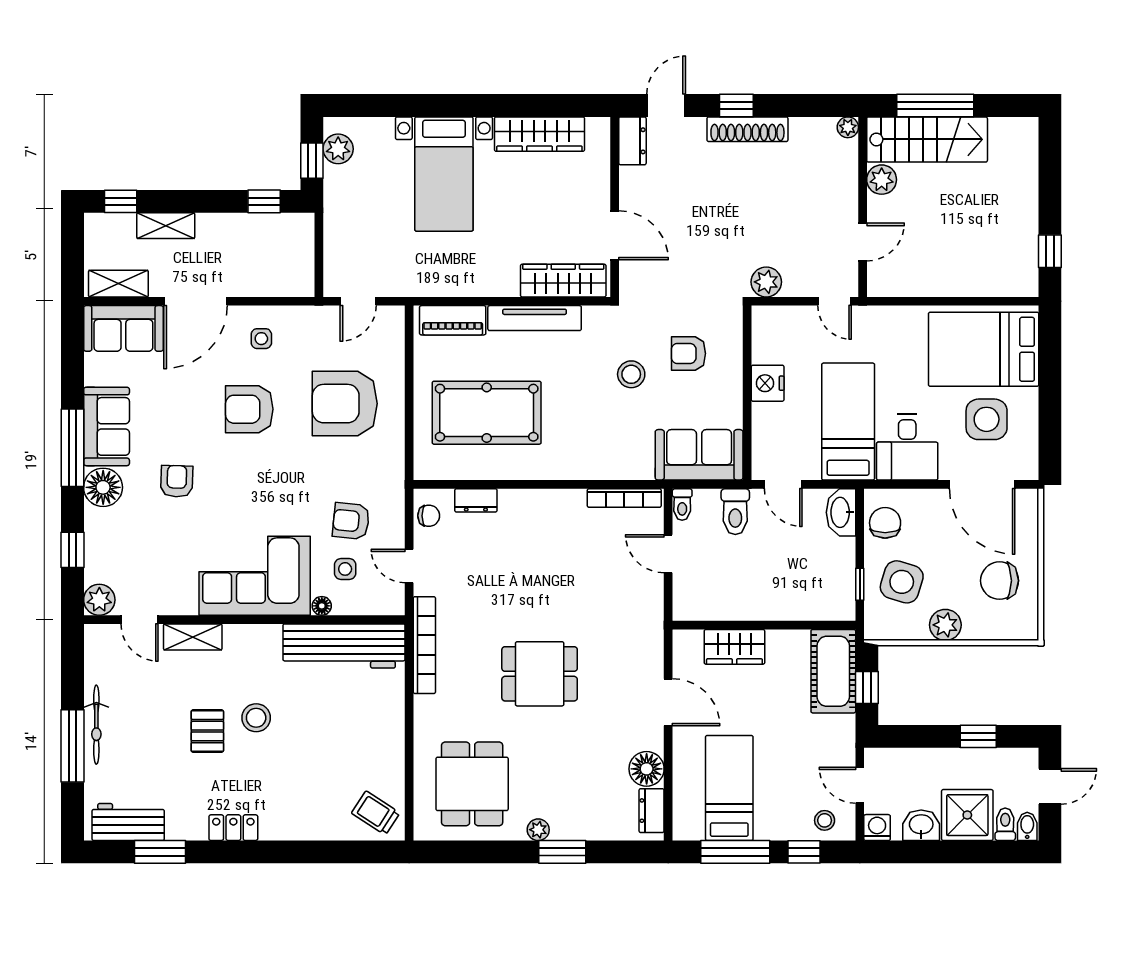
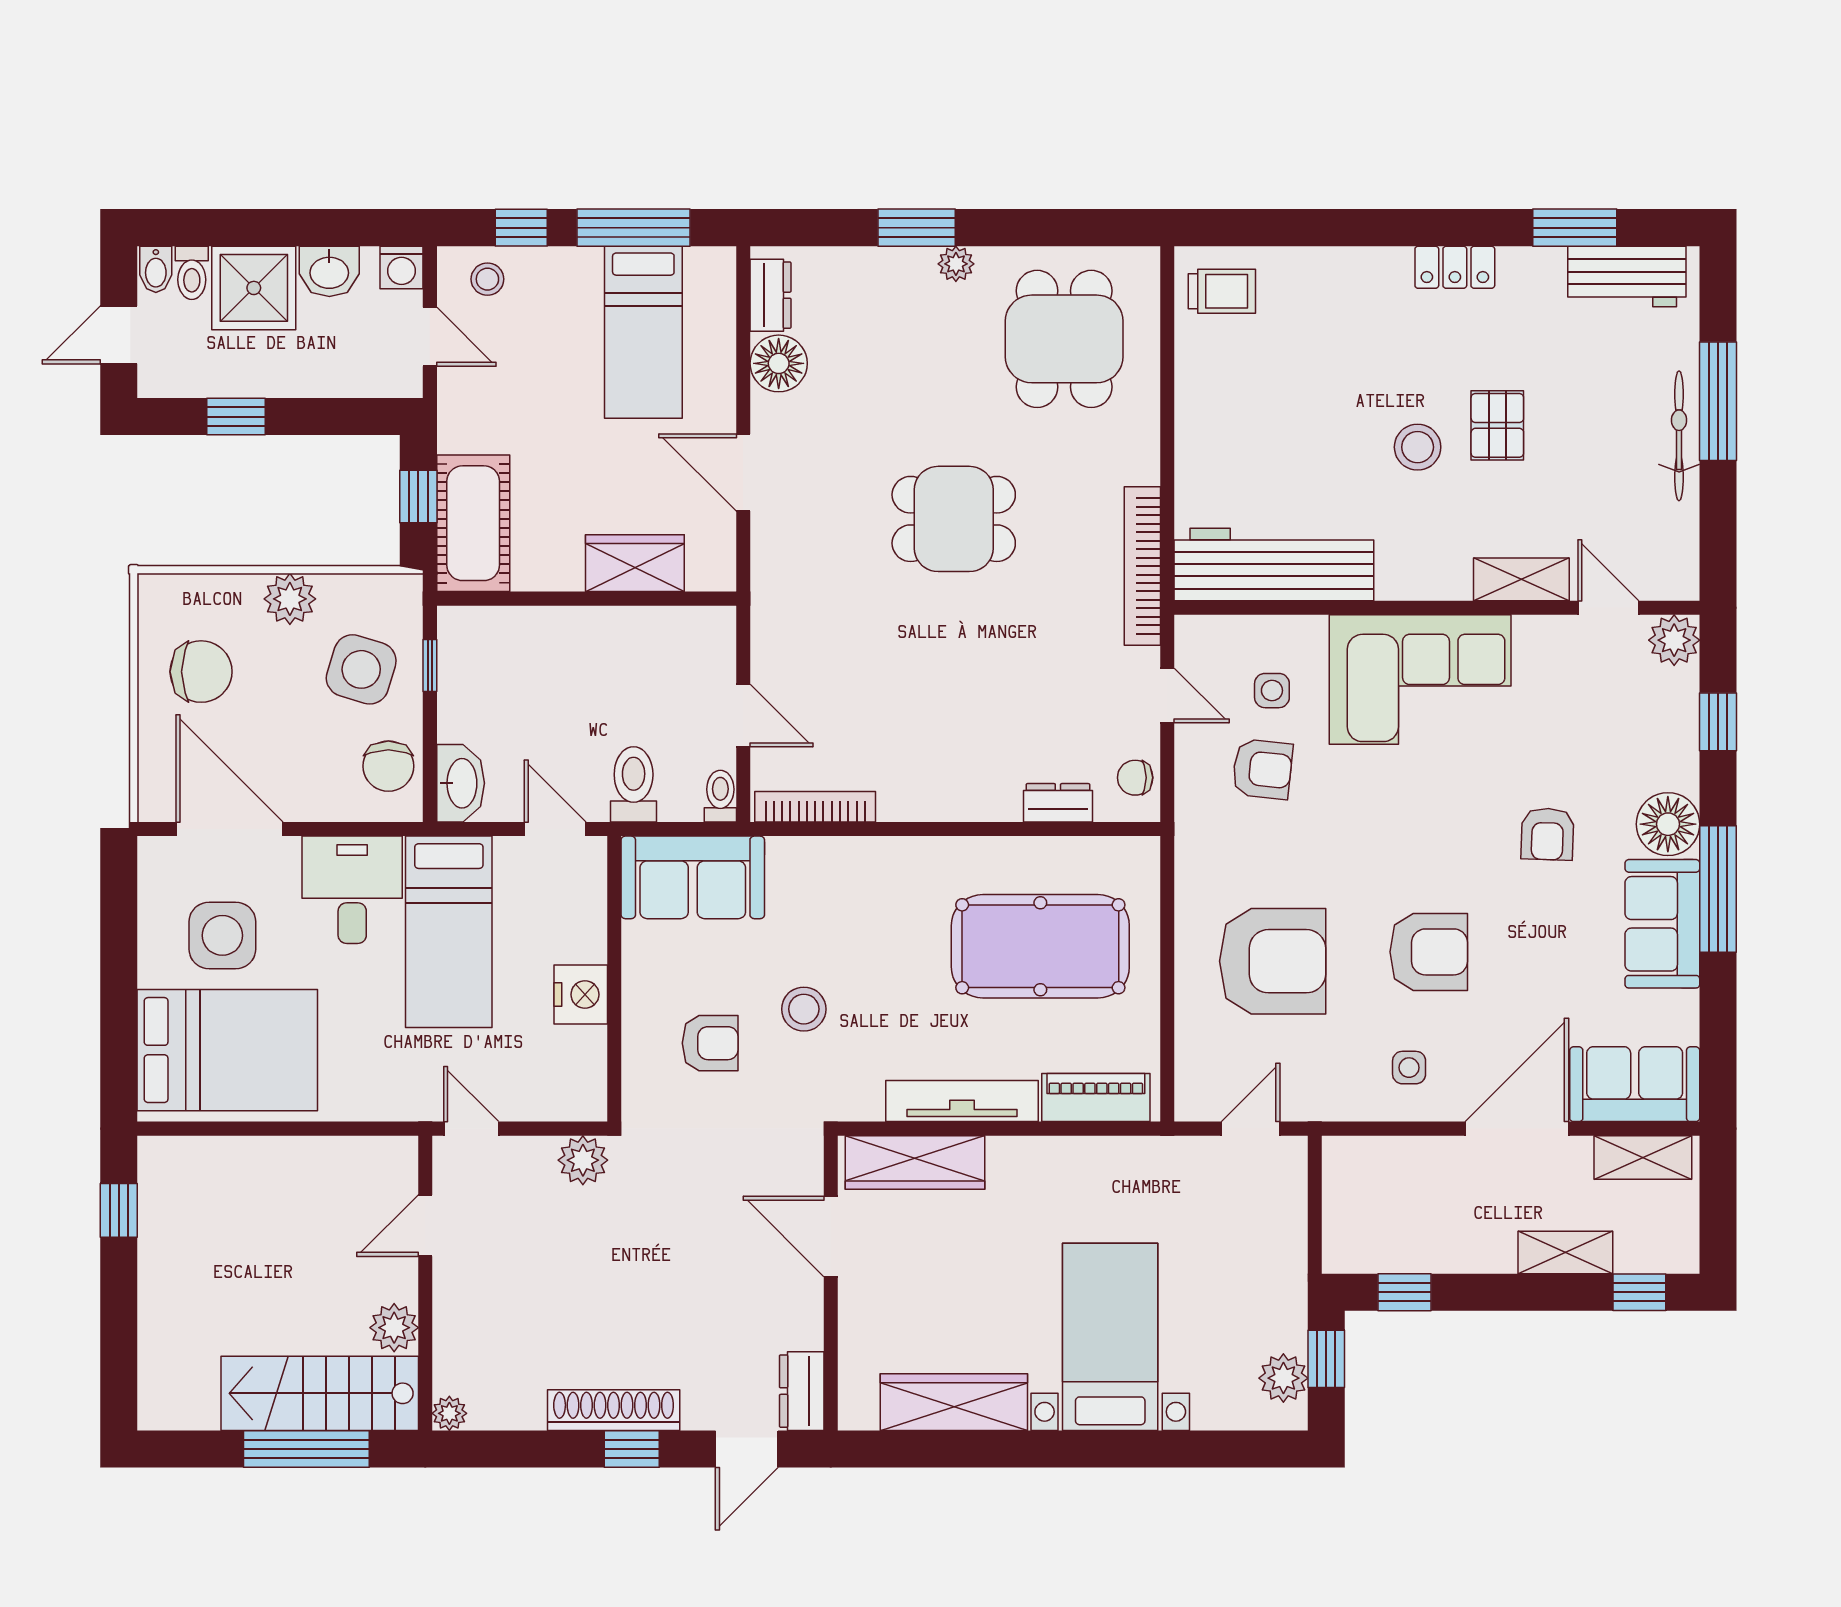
floor lamp: (322, 606) -> (1310, 630), removed
trolley: (376, 813) -> (1222, 291), turned -33

